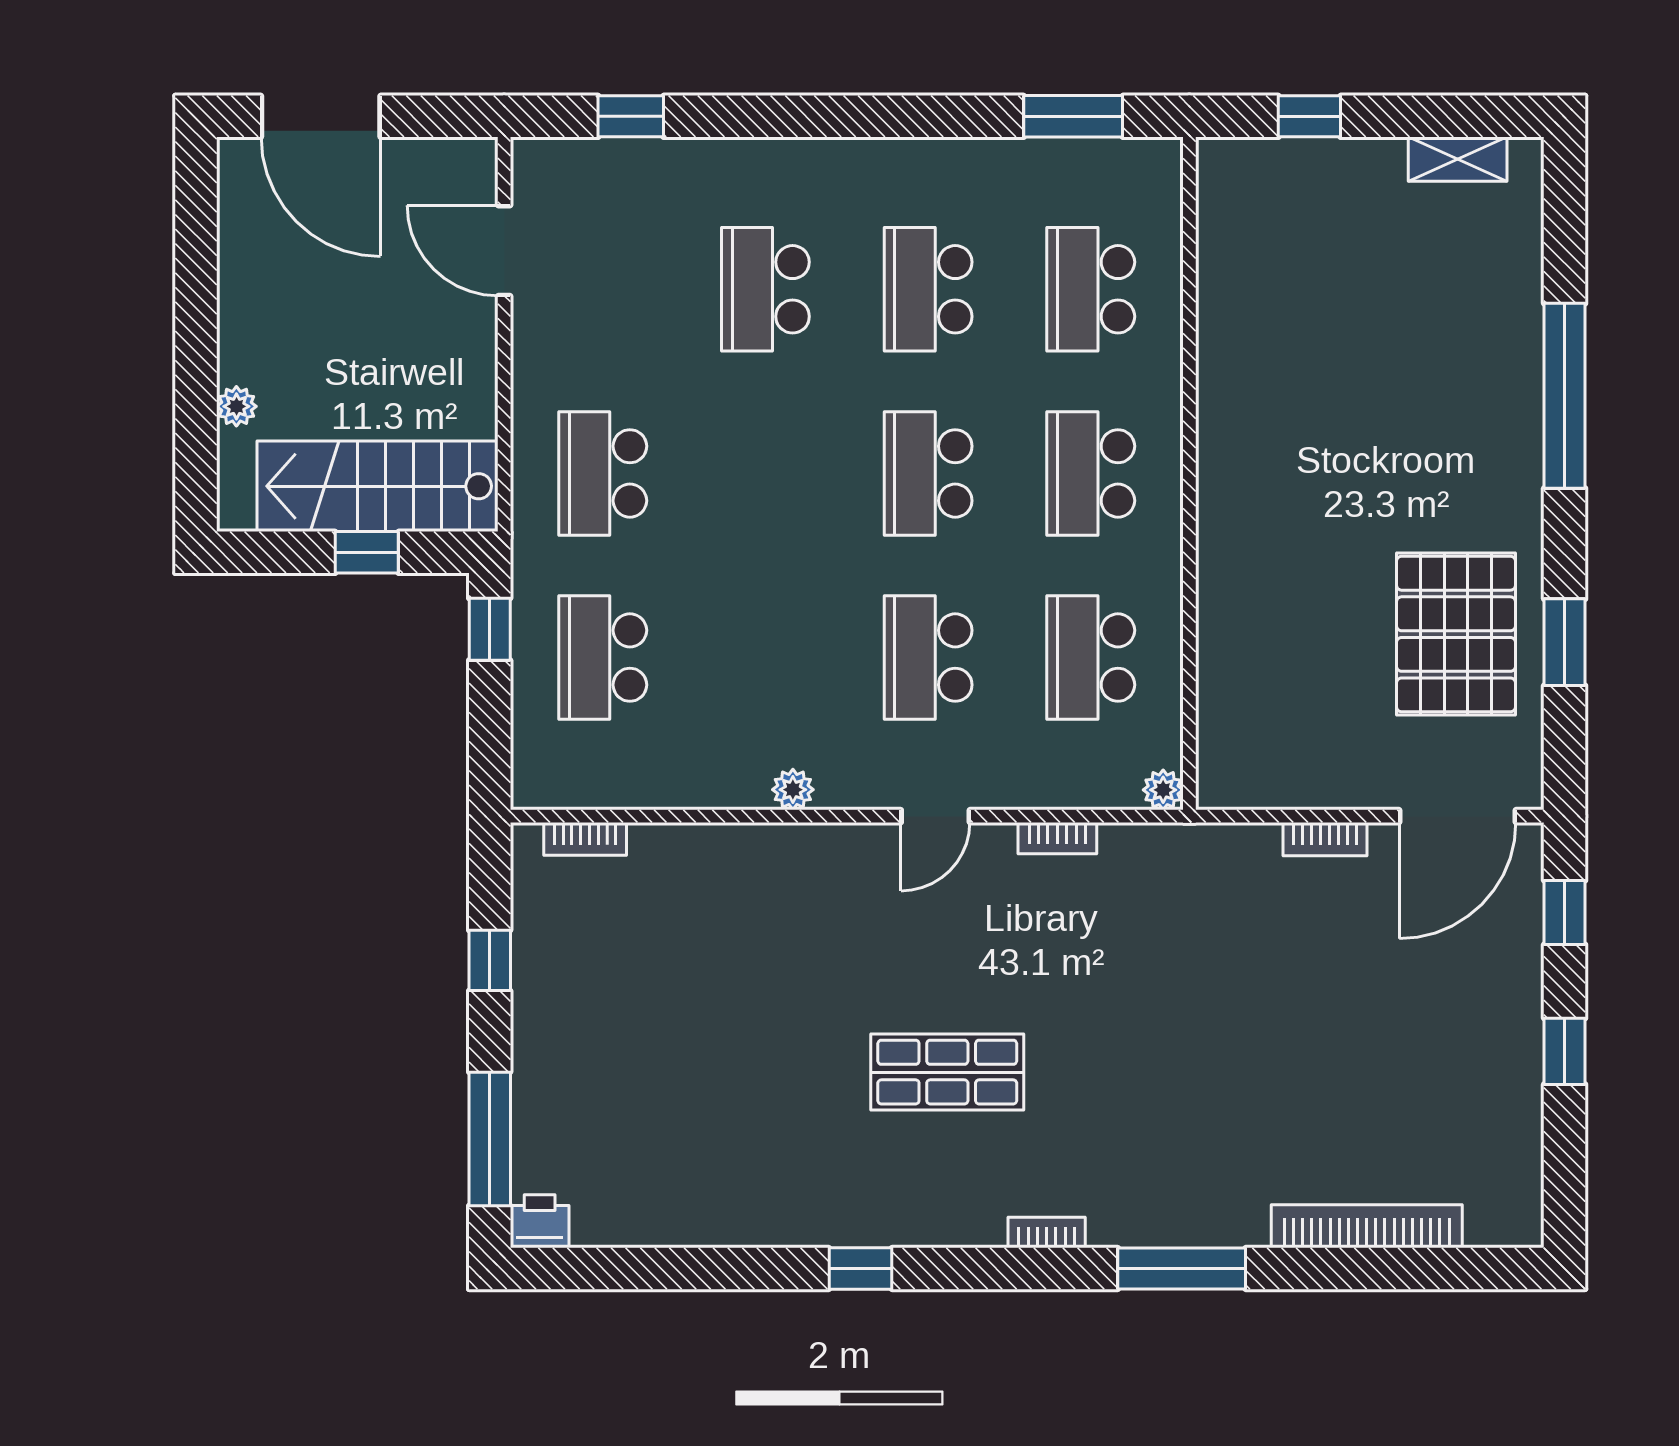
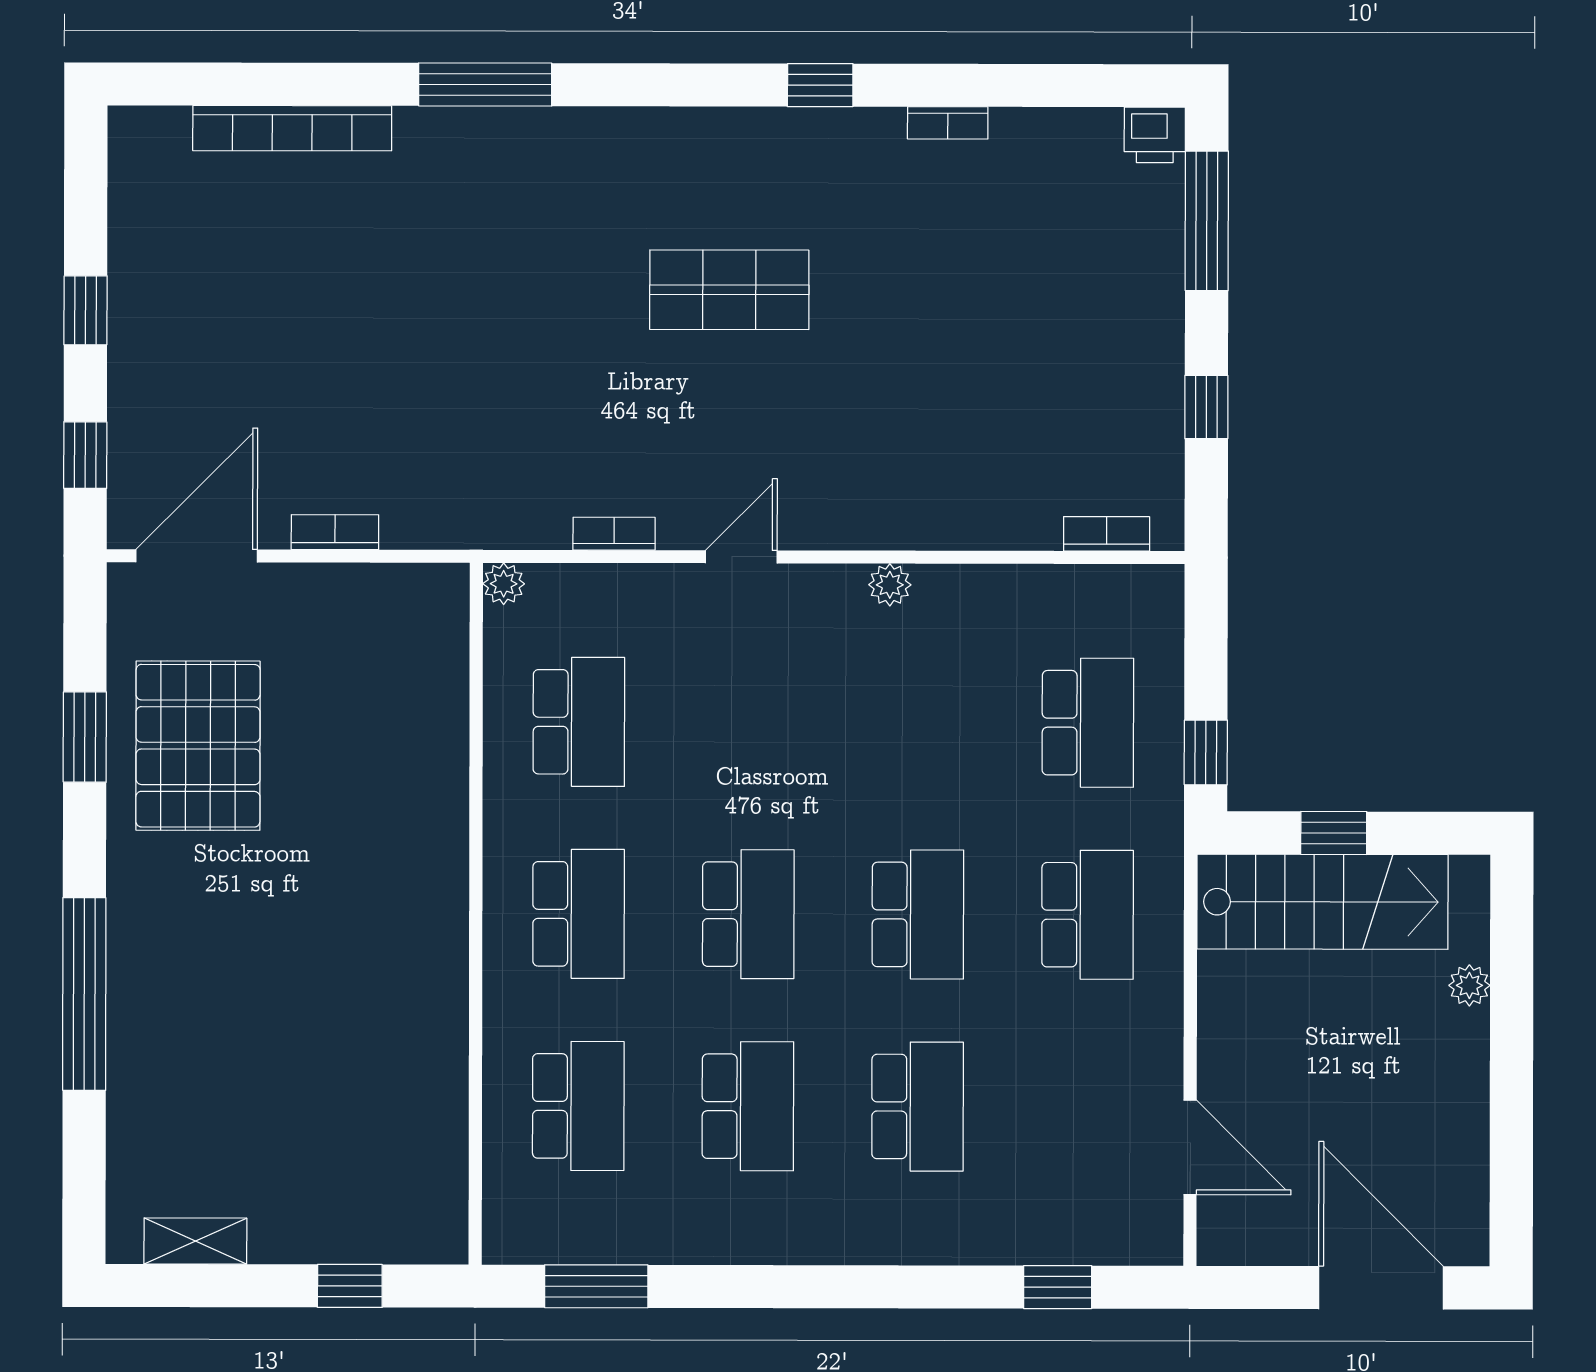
school desk: (928, 658) -> (918, 914), moved
bookcase: (1047, 1232) -> (948, 123), moved

